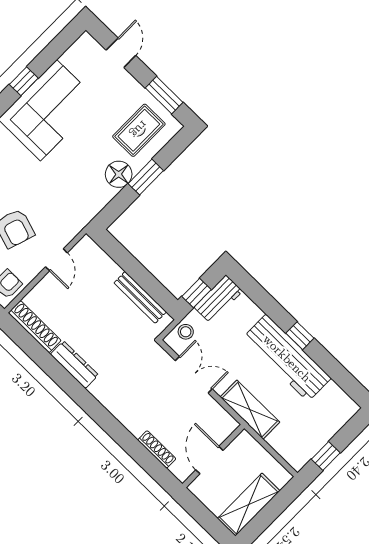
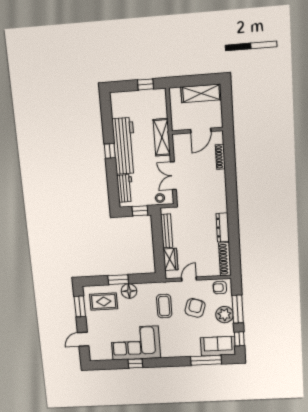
coffee table: (56, 195) -> (164, 306), added
wardrobe: (103, 265) -> (171, 259), added
workbench: (218, 299) -> (125, 188), moved, turned 90

